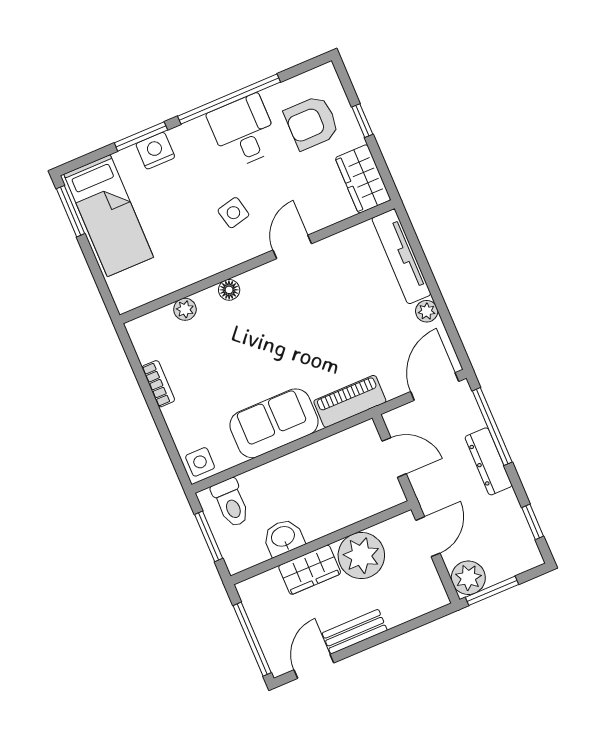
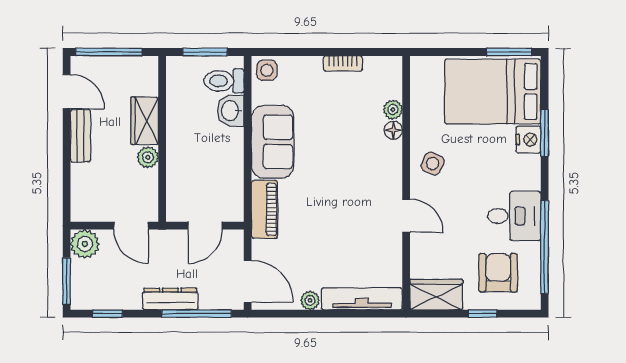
window: (229, 99) -> (545, 247), moved
side table: (233, 213) -> (433, 163), moved, turned 38
bed: (109, 216) -> (493, 92), width x1.50
floor lamp: (229, 290) -> (393, 130), moved
washbasin: (283, 537) -> (231, 111), moved, turned 180
plant: (361, 556) -> (148, 157), width x0.53, depth x0.53
window: (492, 591) -> (67, 281), moved

